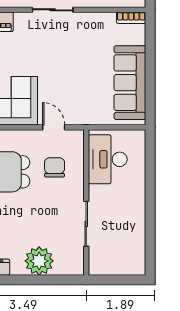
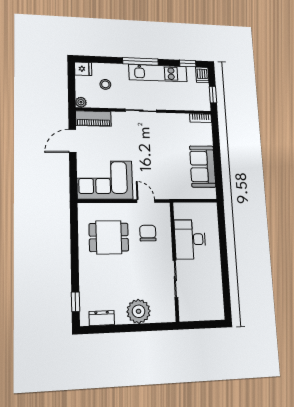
sofa: (130, 83) -> (203, 166), width x0.73
desk: (108, 159) -> (190, 239), moved

